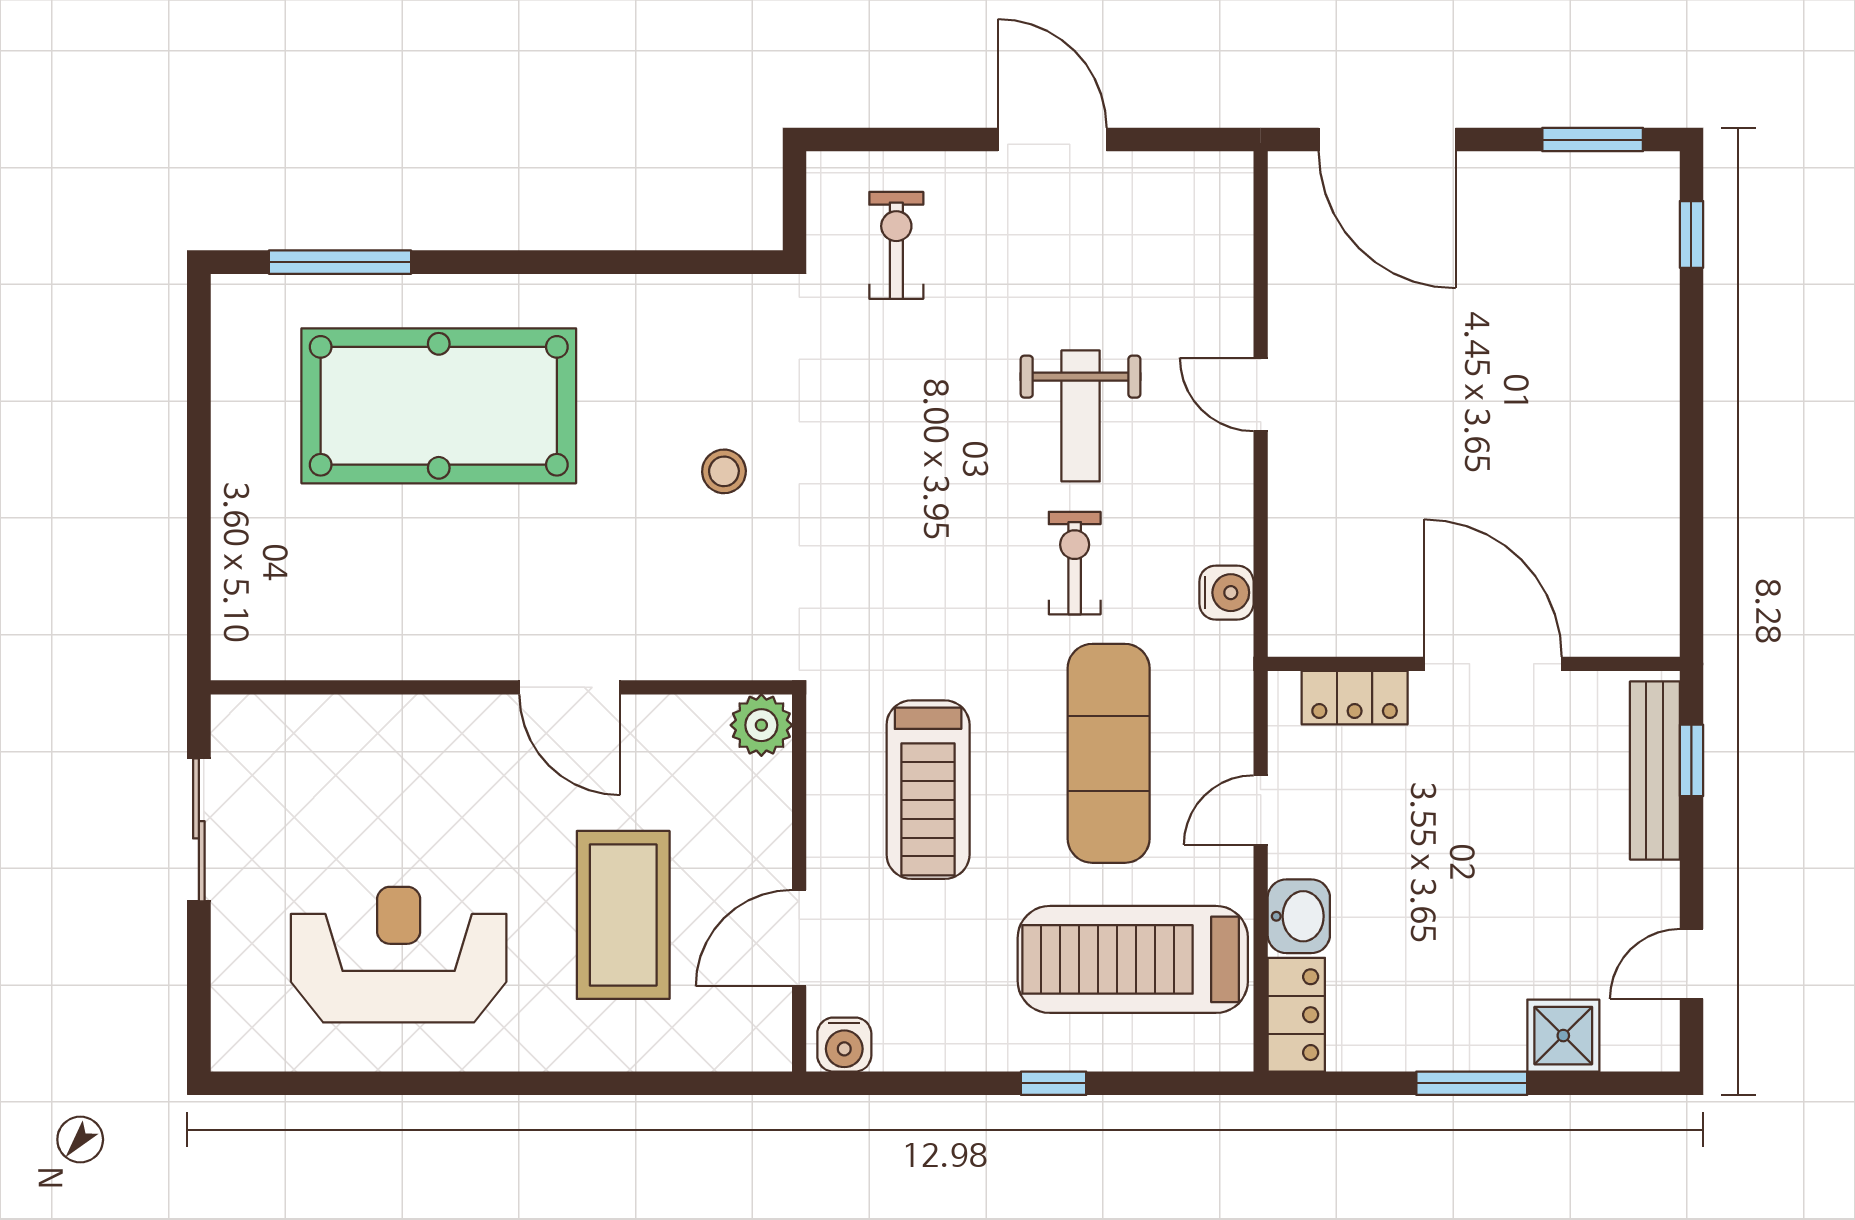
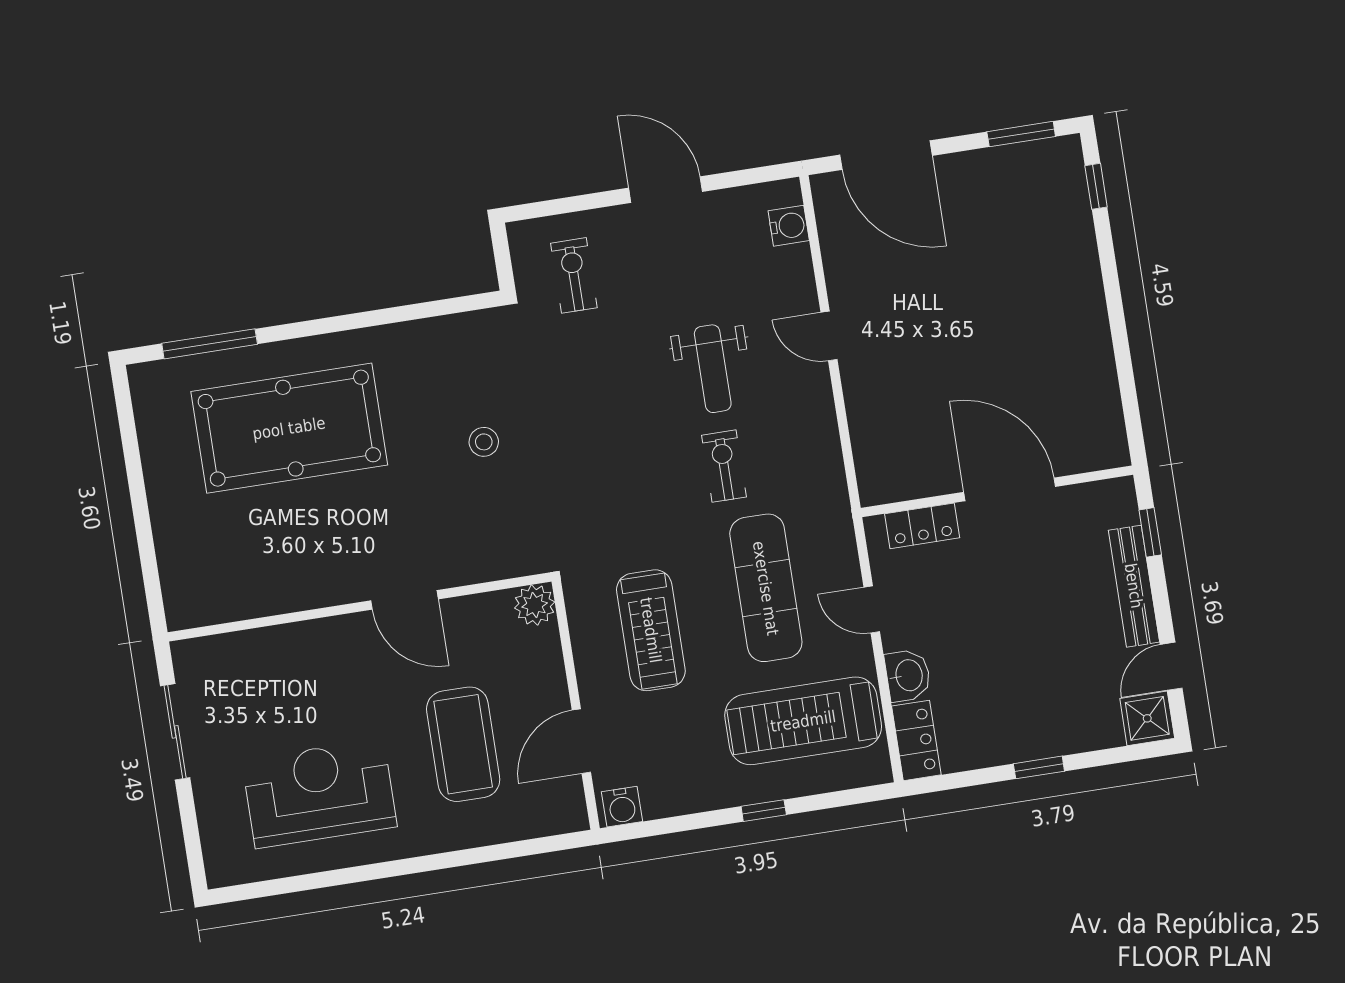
water cooler: (1226, 593) -> (789, 226), moved
bench: (1655, 771) -> (1134, 586), moved
door: (1261, 810) -> (872, 609), hinge flipped
shower: (1563, 1036) -> (1147, 718), moved
window: (1472, 1083) -> (1039, 767), width x0.67

